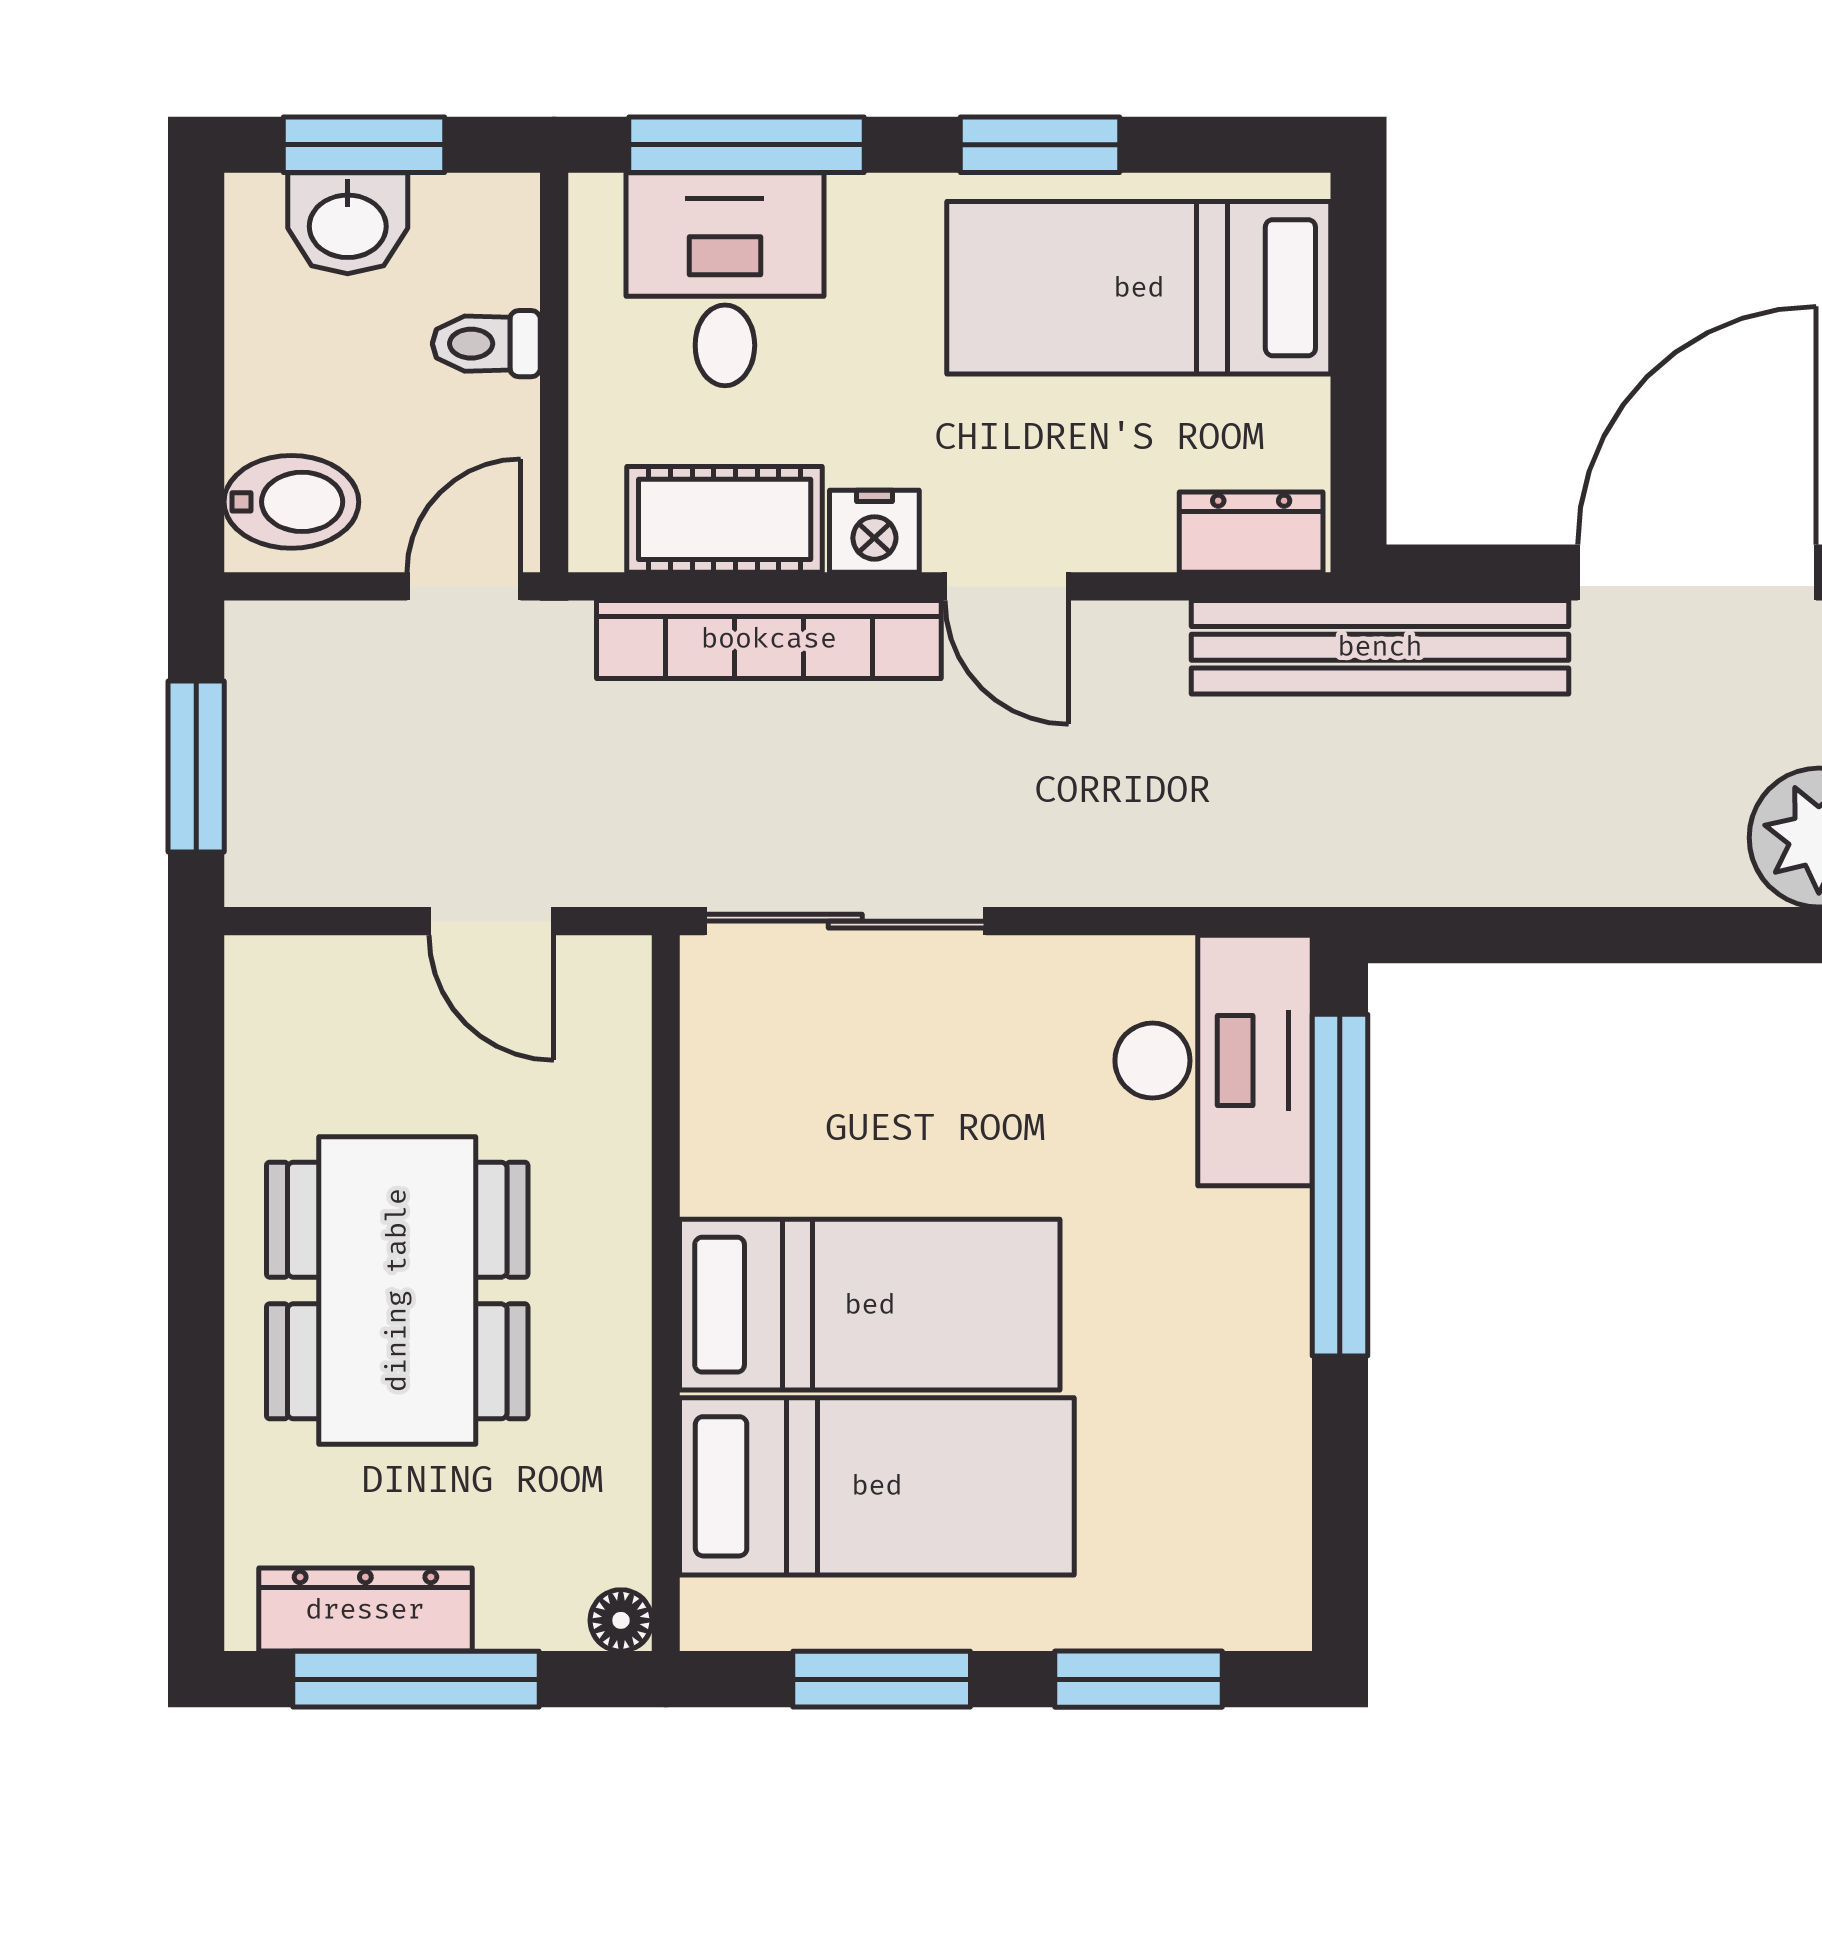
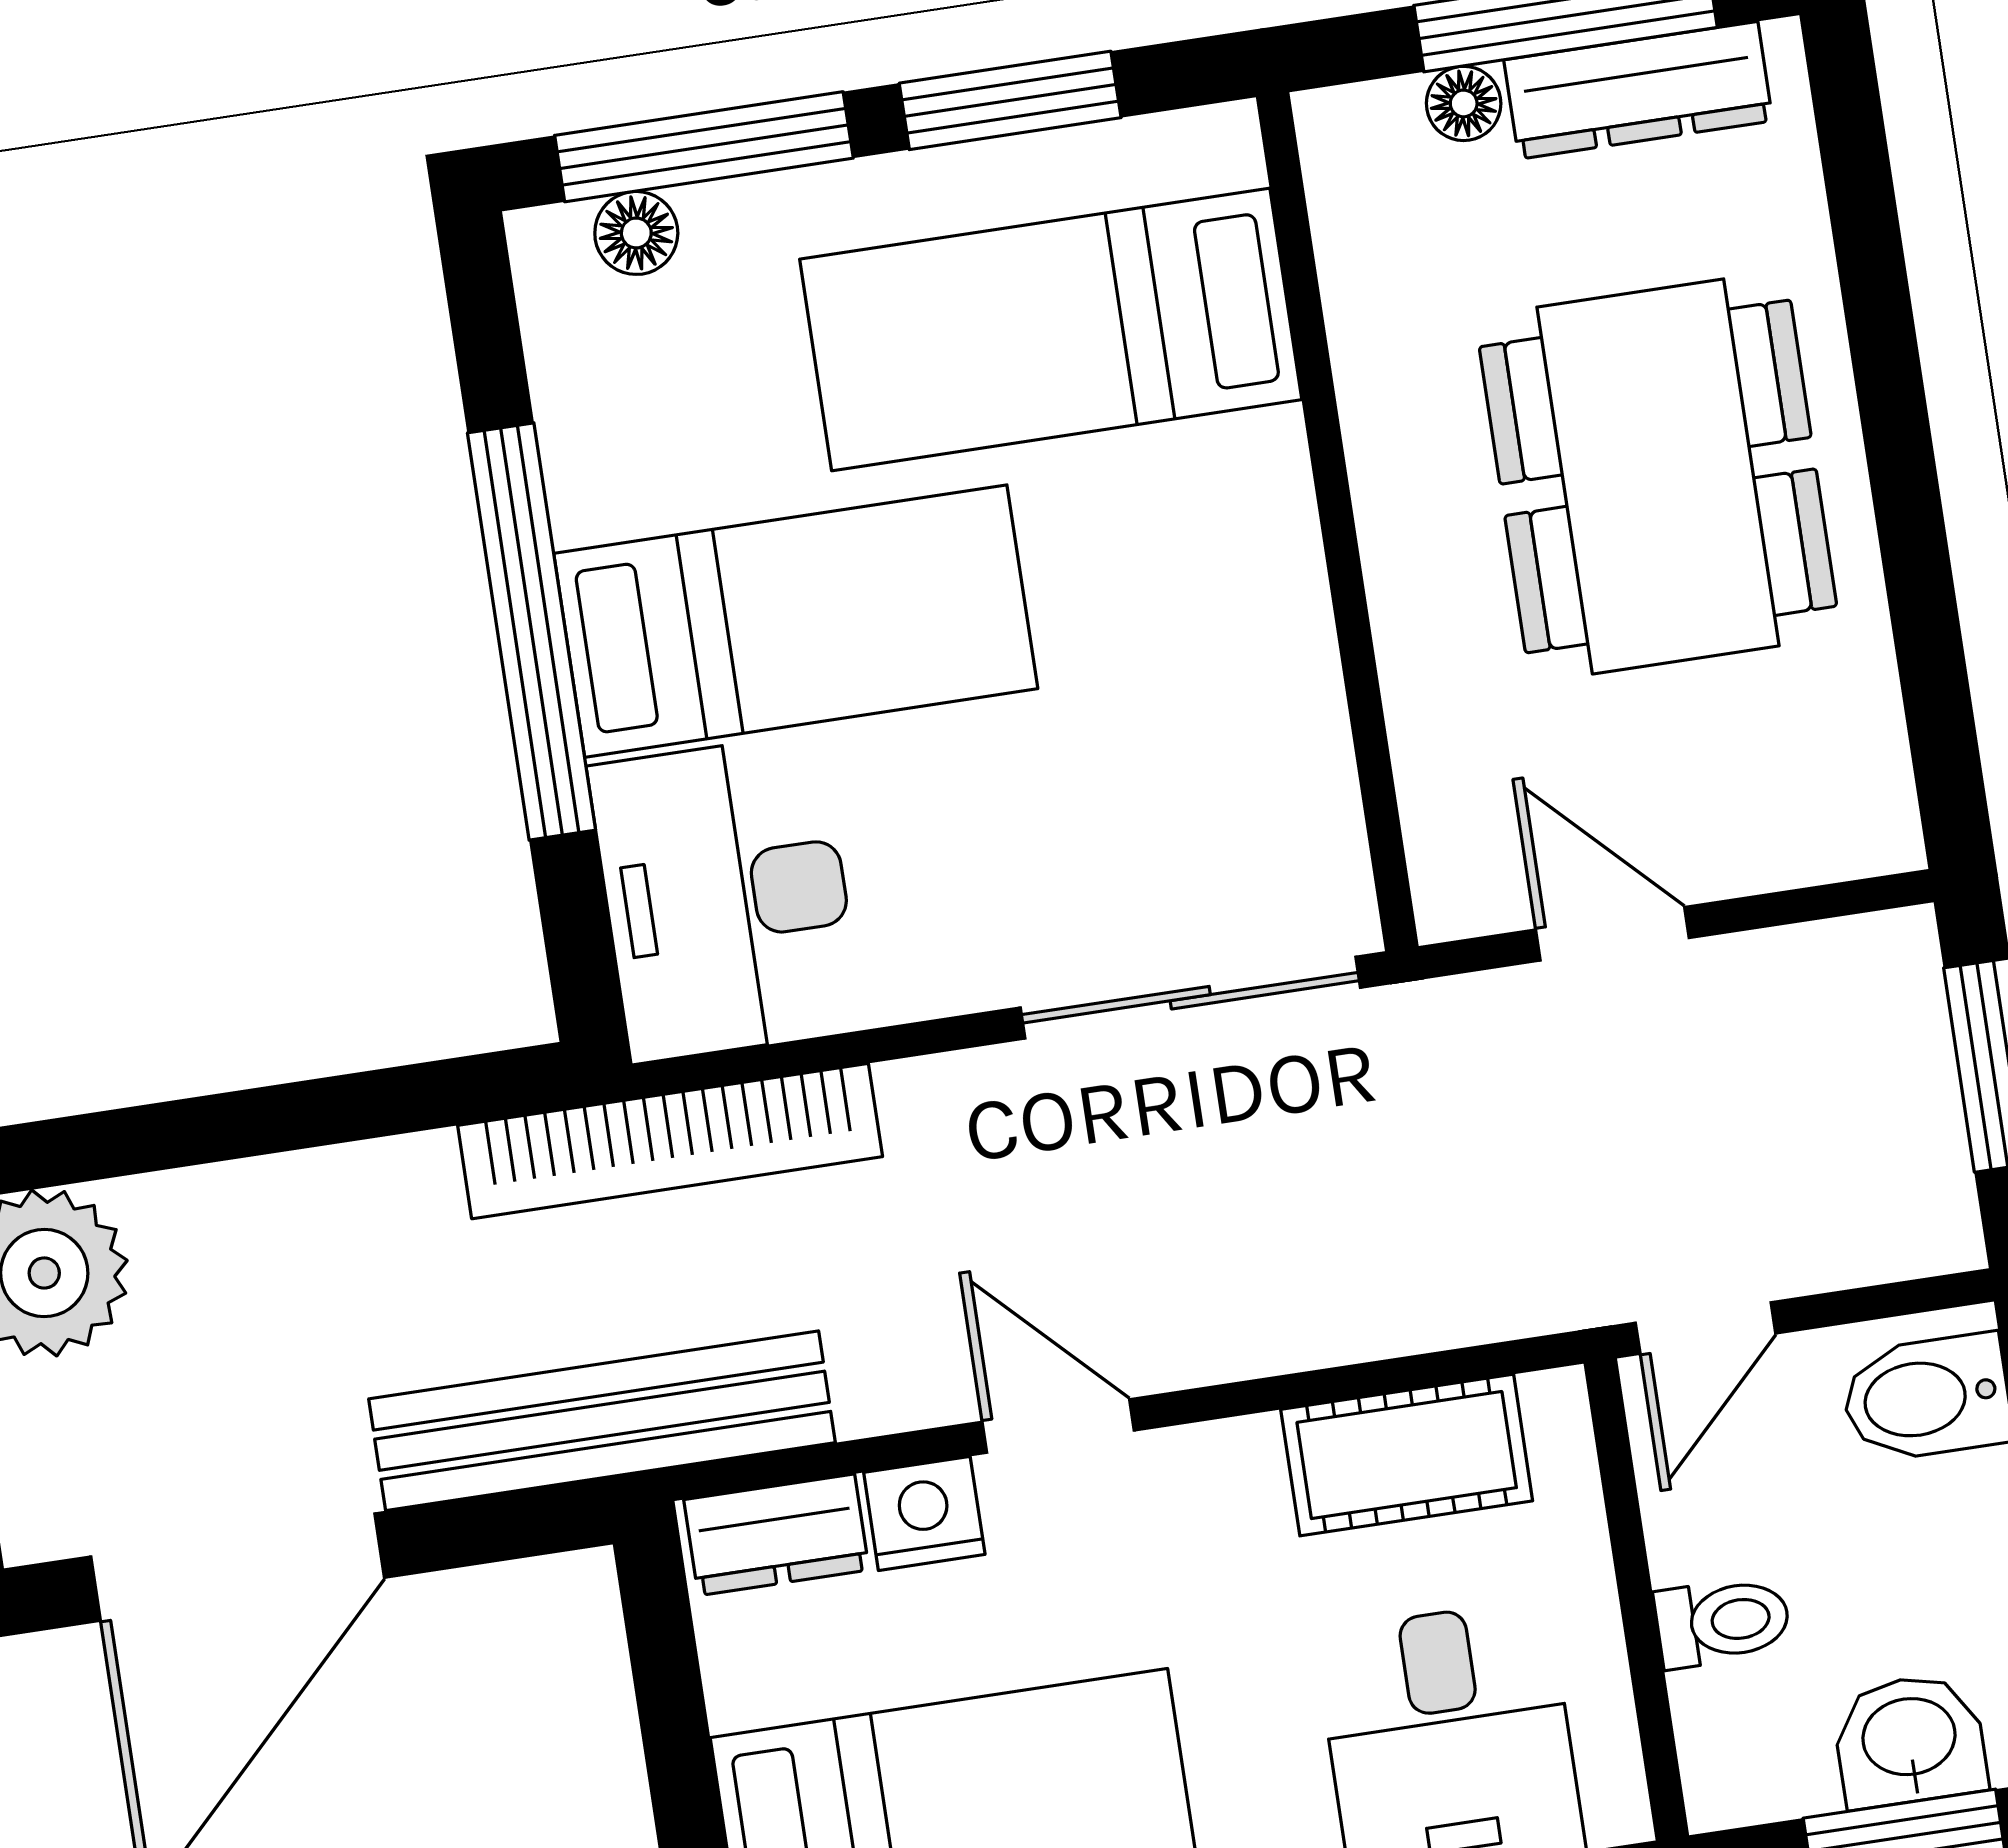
nightstand: (874, 531) -> (924, 1513), moved
bookcase: (769, 639) -> (670, 1141), moved, turned 180
window: (1340, 1185) -> (531, 632), moved
bed: (870, 1305) -> (796, 621), moved, turned 180
floor lamp: (1205, 1617) -> (636, 233), added
floor lamp: (621, 1620) -> (1464, 103), moved
window: (1139, 1679) -> (704, 147), width x1.44

